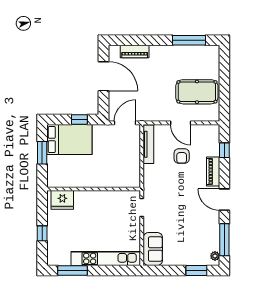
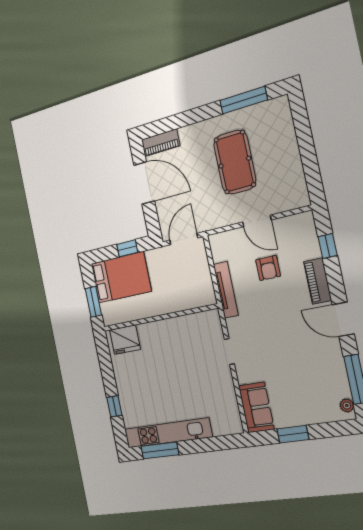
piano: (135, 51) -> (161, 143), moved
pool table: (197, 92) -> (235, 162), moved, turned 90
tv unit: (148, 144) -> (226, 290), moved
wall: (94, 189) -> (159, 318), moved
fridge: (62, 200) -> (125, 340), moved
kitchen unit: (106, 259) -> (168, 433), moved
window: (196, 270) -> (293, 434), moved

